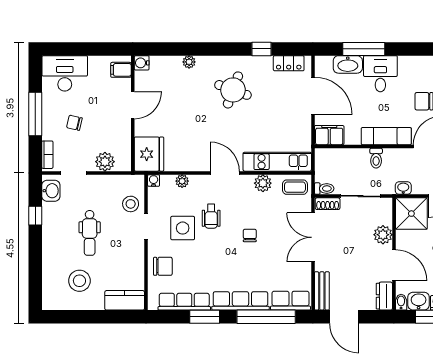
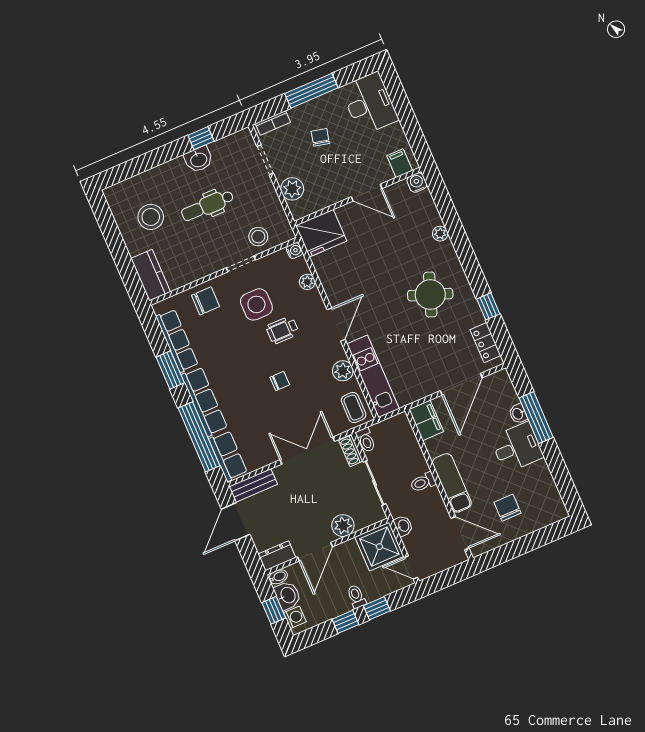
washbasin: (348, 64) -> (518, 414), width x0.52, depth x0.69
washbasin: (51, 191) -> (199, 159), moved
chair: (163, 266) -> (206, 301), turned -90

